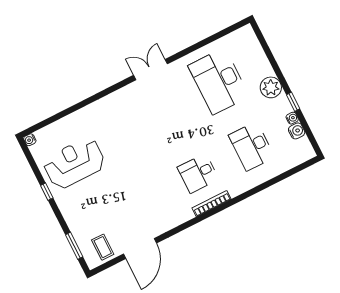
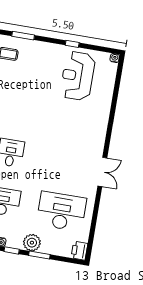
printer: (244, 35) -> (79, 251), added
window: (278, 71) -> (39, 255), added
reception desk: (74, 163) -> (78, 76), turned 180

